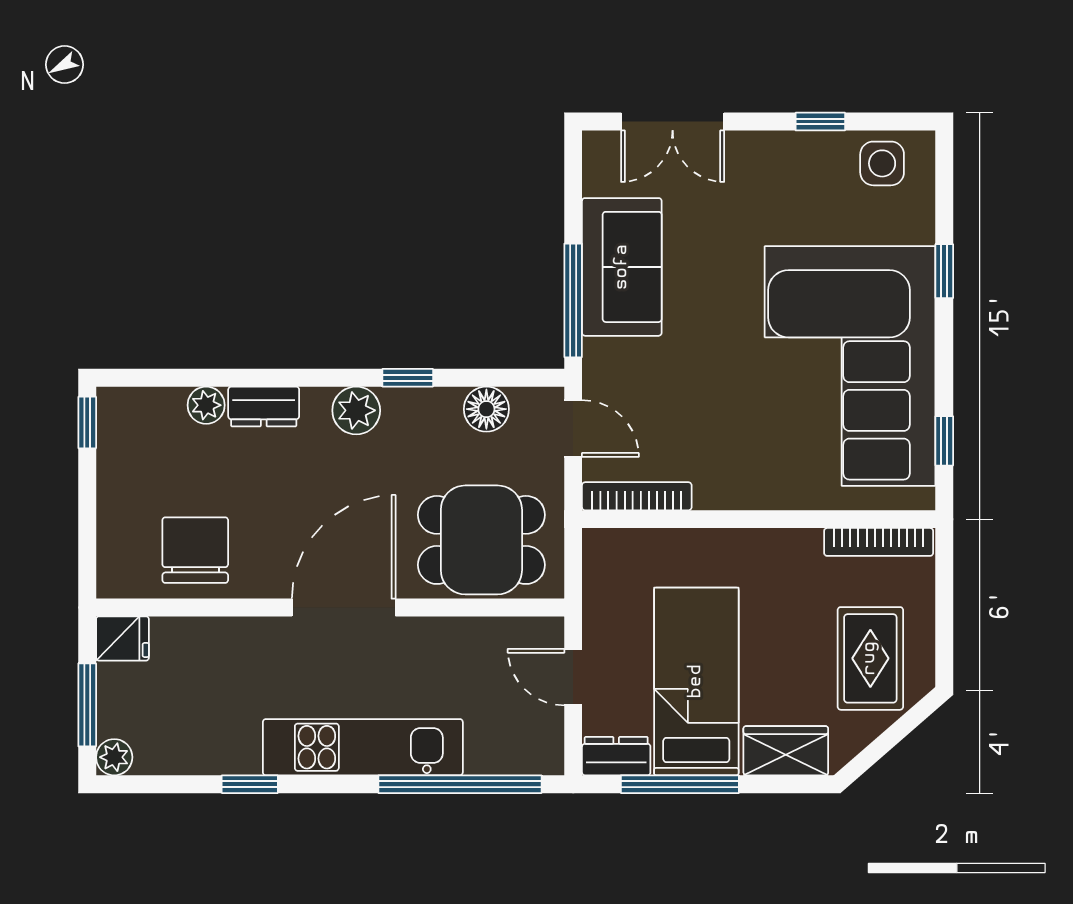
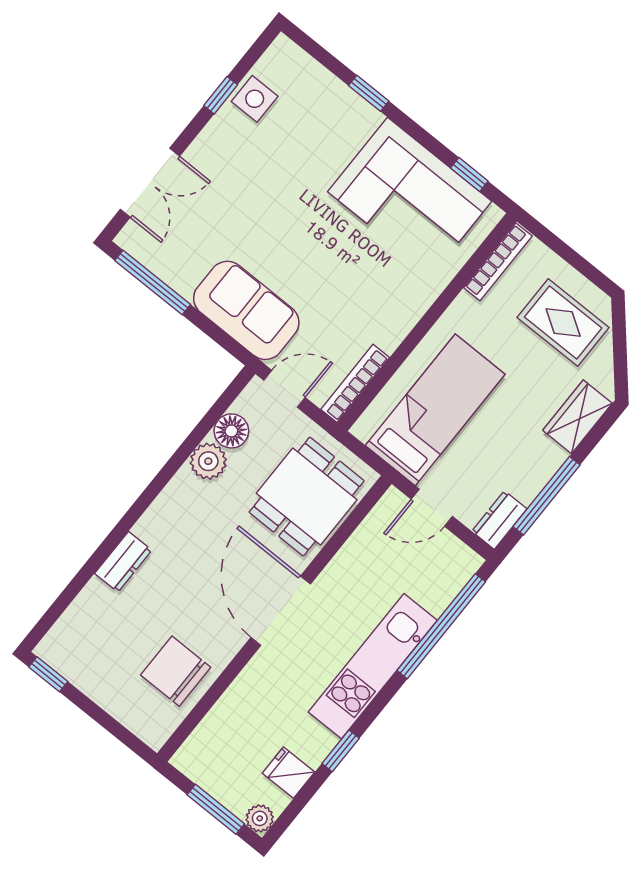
side table: (882, 163) -> (255, 99), moved
sofa: (622, 267) -> (246, 310), moved
window: (573, 300) -> (153, 282), moved
corner sofa: (850, 366) -> (410, 196), width x0.73, depth x0.74
window: (408, 378) -> (175, 463), removed
plant: (206, 405) -> (95, 595), removed
plant: (356, 410) -> (208, 461), moved
fridge: (122, 638) -> (288, 773), moved, turned -90
bed: (696, 681) -> (435, 410), moved, turned 90

